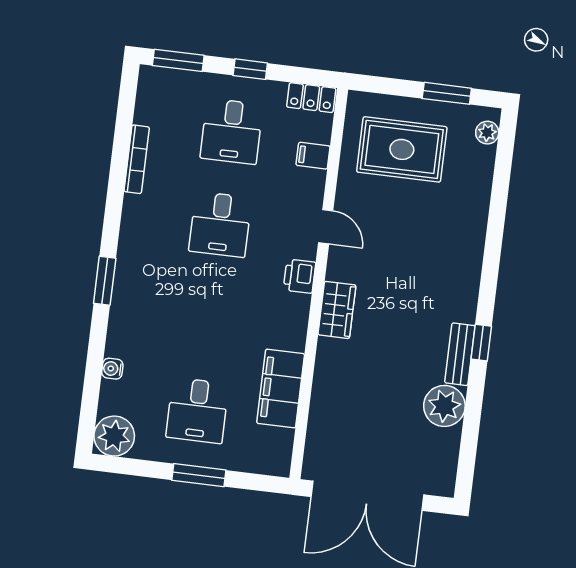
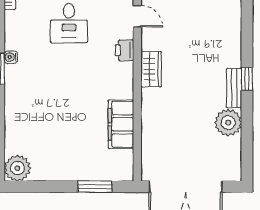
water cooler: (112, 369) -> (11, 57), moved
desk: (197, 410) -> (69, 145), removed
window: (199, 475) -> (95, 187), moved

